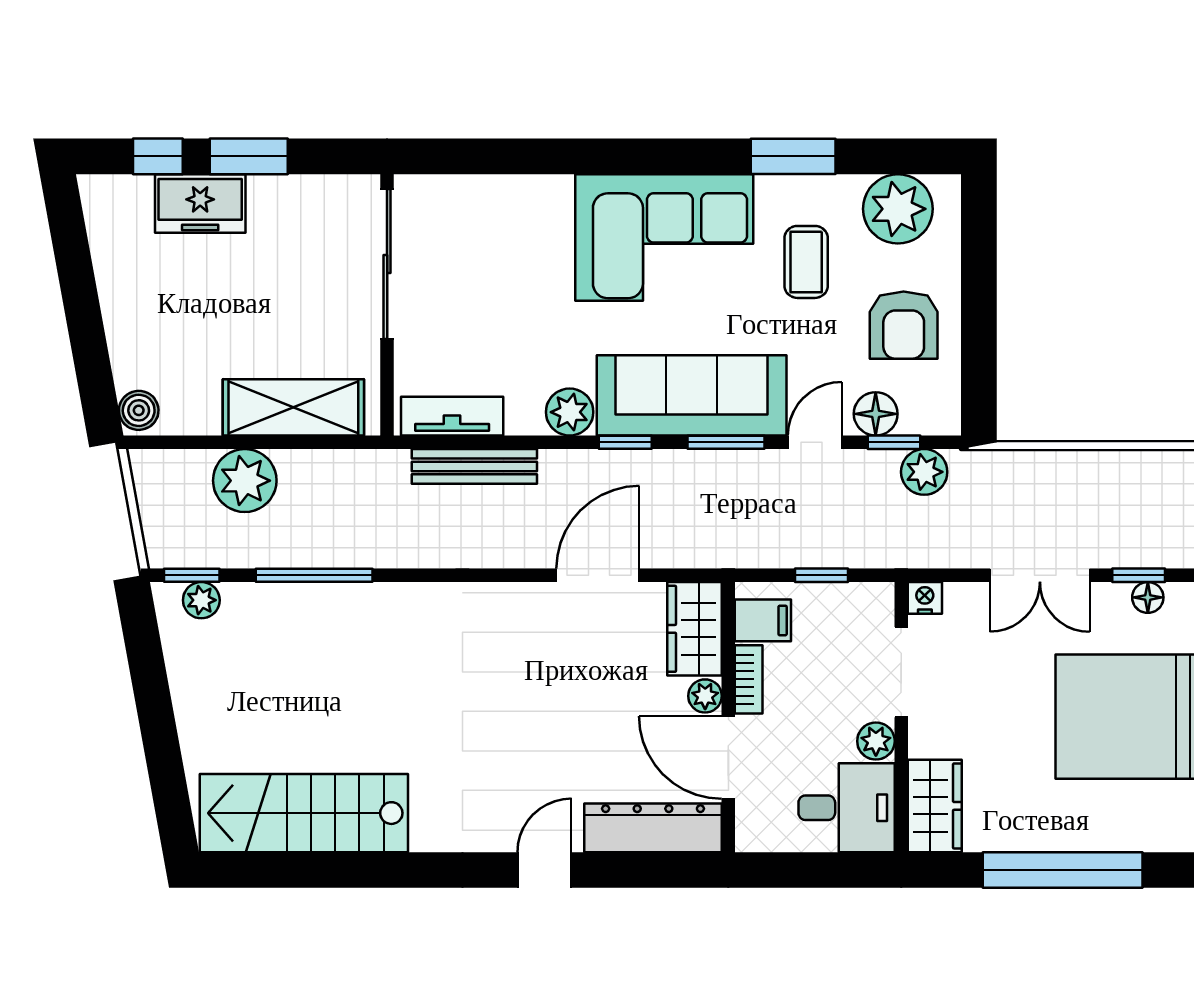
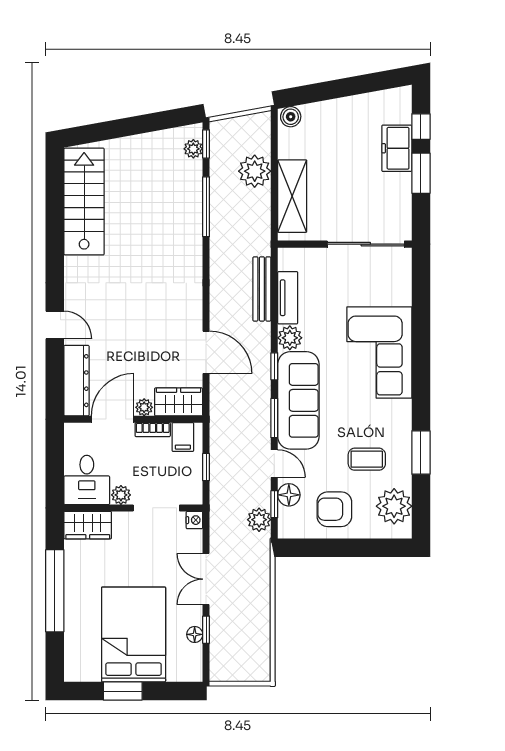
corner sofa: (664, 238) -> (379, 353), moved
tv unit: (452, 416) -> (288, 298), moved

